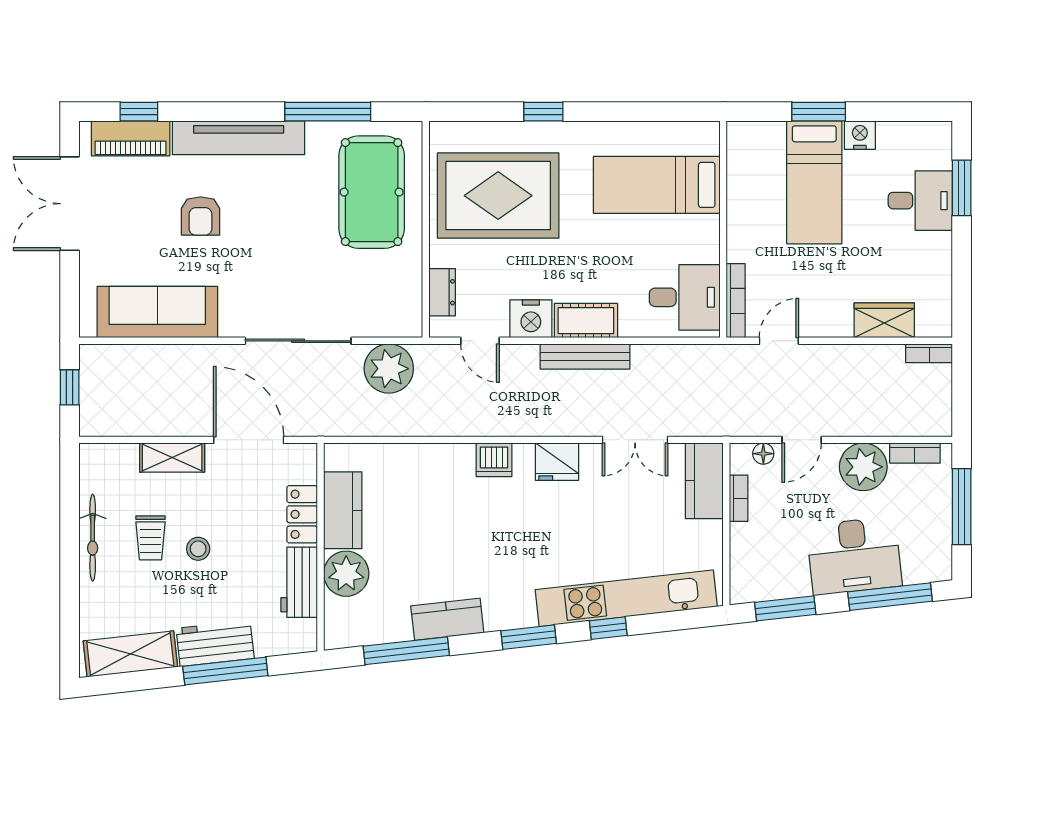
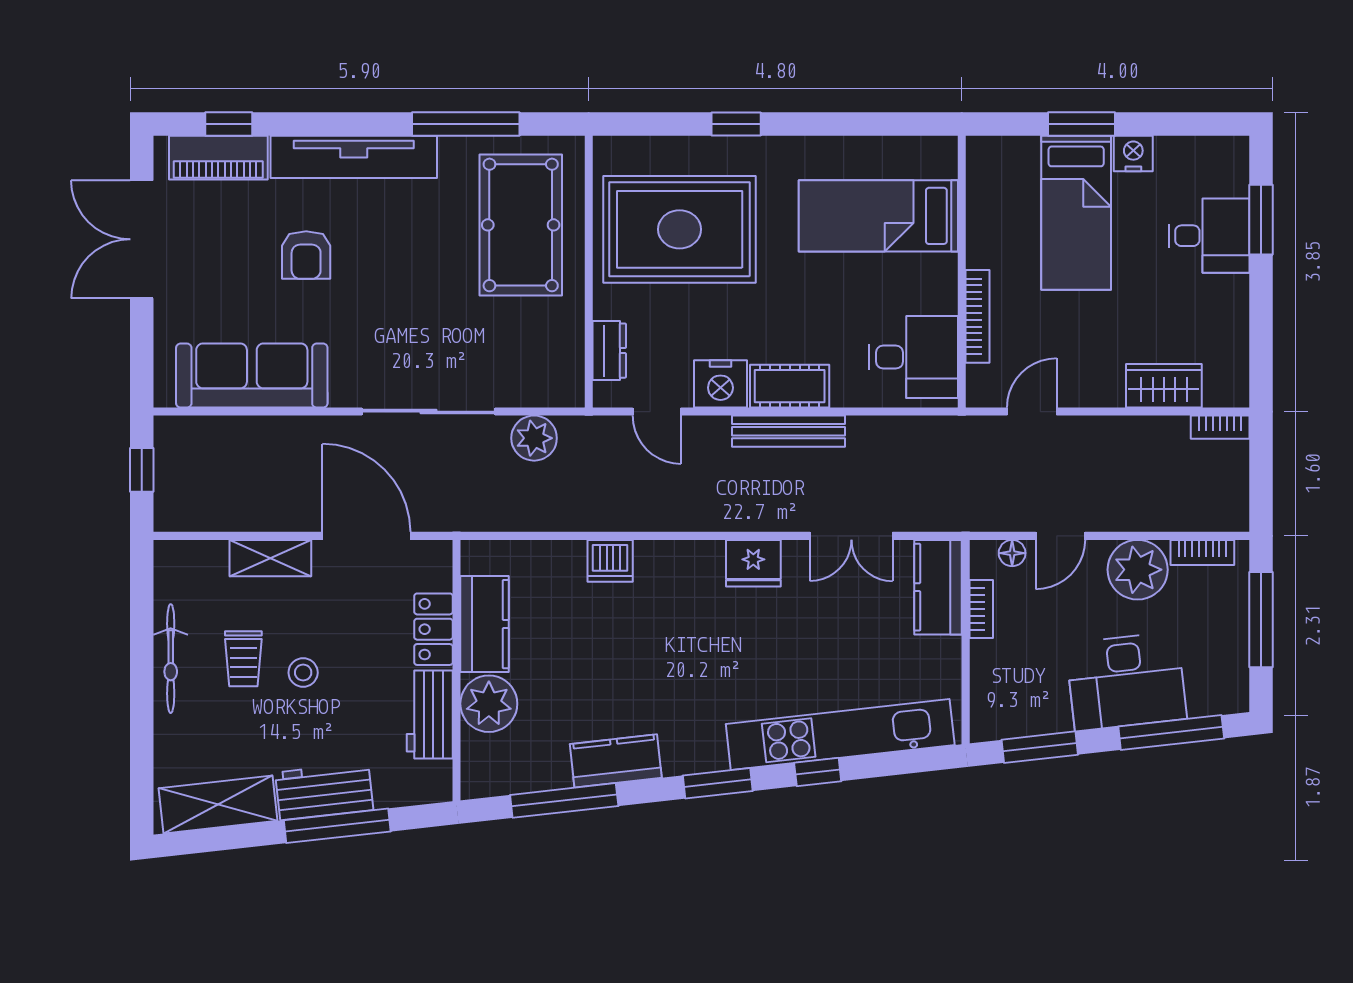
bookcase: (736, 301) -> (978, 316), moved
plant: (389, 369) -> (534, 438), width x0.73, depth x0.73
dishwasher: (494, 460) -> (610, 561), moved

